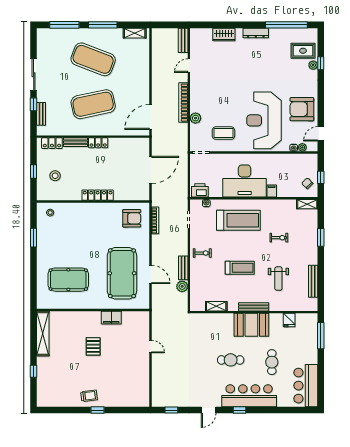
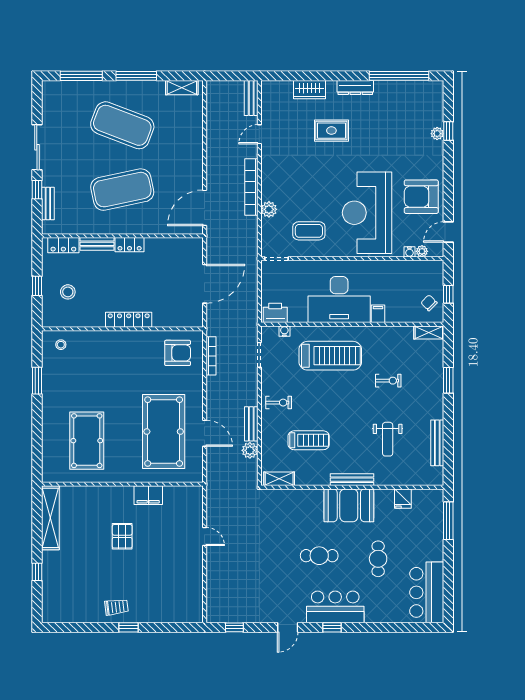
rug: (303, 51) -> (331, 131), moved
treadmill: (240, 268) -> (309, 440), moved
pool table: (68, 280) -> (87, 441), turned 90
shelving: (216, 306) -> (279, 479), moved
bar counter: (249, 396) -> (335, 607), width x0.73

